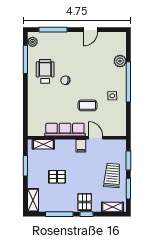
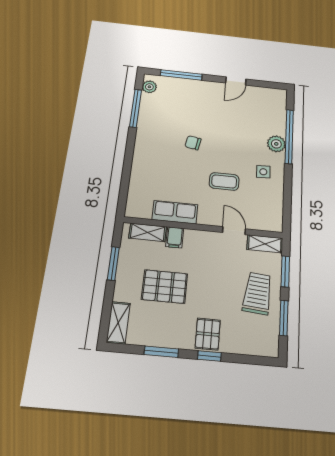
plant: (120, 61) -> (276, 144), moved
wheelchair: (45, 71) -> (163, 127), removed
window: (128, 82) -> (289, 136), moved
row of seats: (65, 130) -> (175, 212), width x0.68
filing cabinet: (81, 146) -> (175, 237), moved
pallet: (57, 177) -> (165, 287), width x1.50, depth x1.42
shelving: (113, 207) -> (265, 244), moved
window: (59, 214) -> (161, 352), width x0.69

